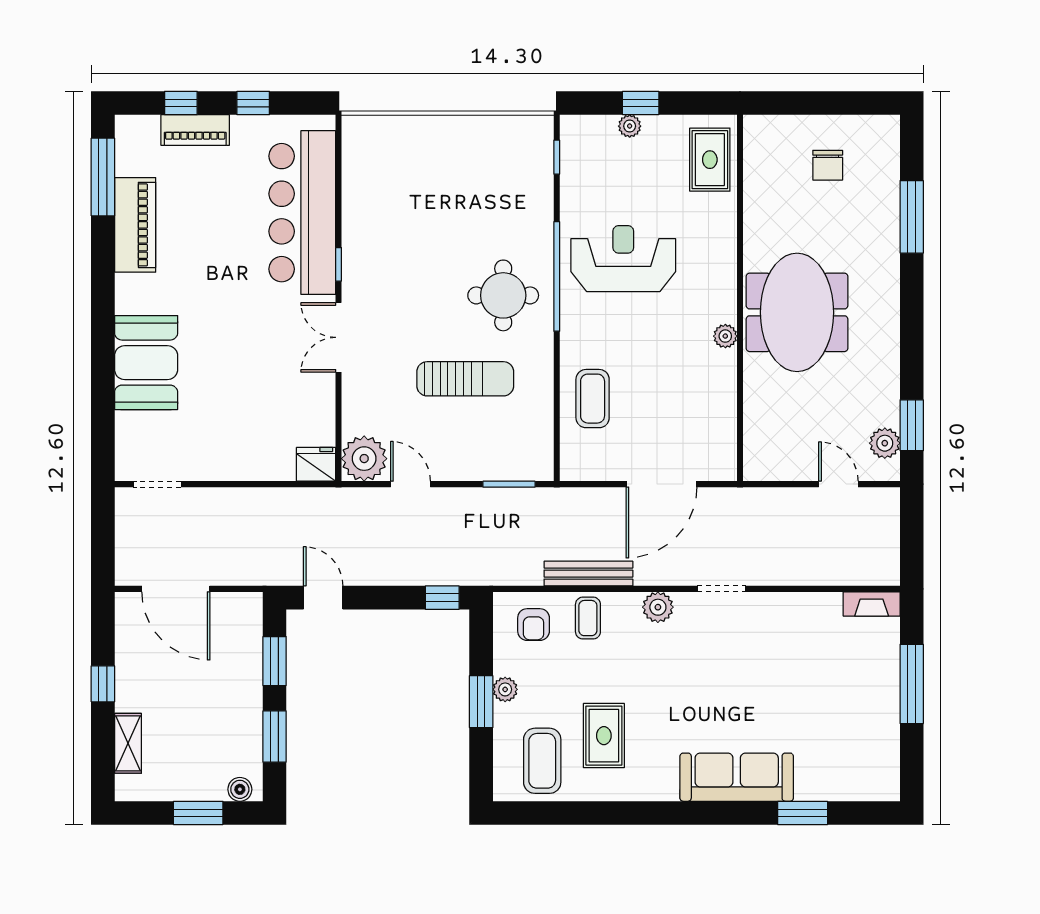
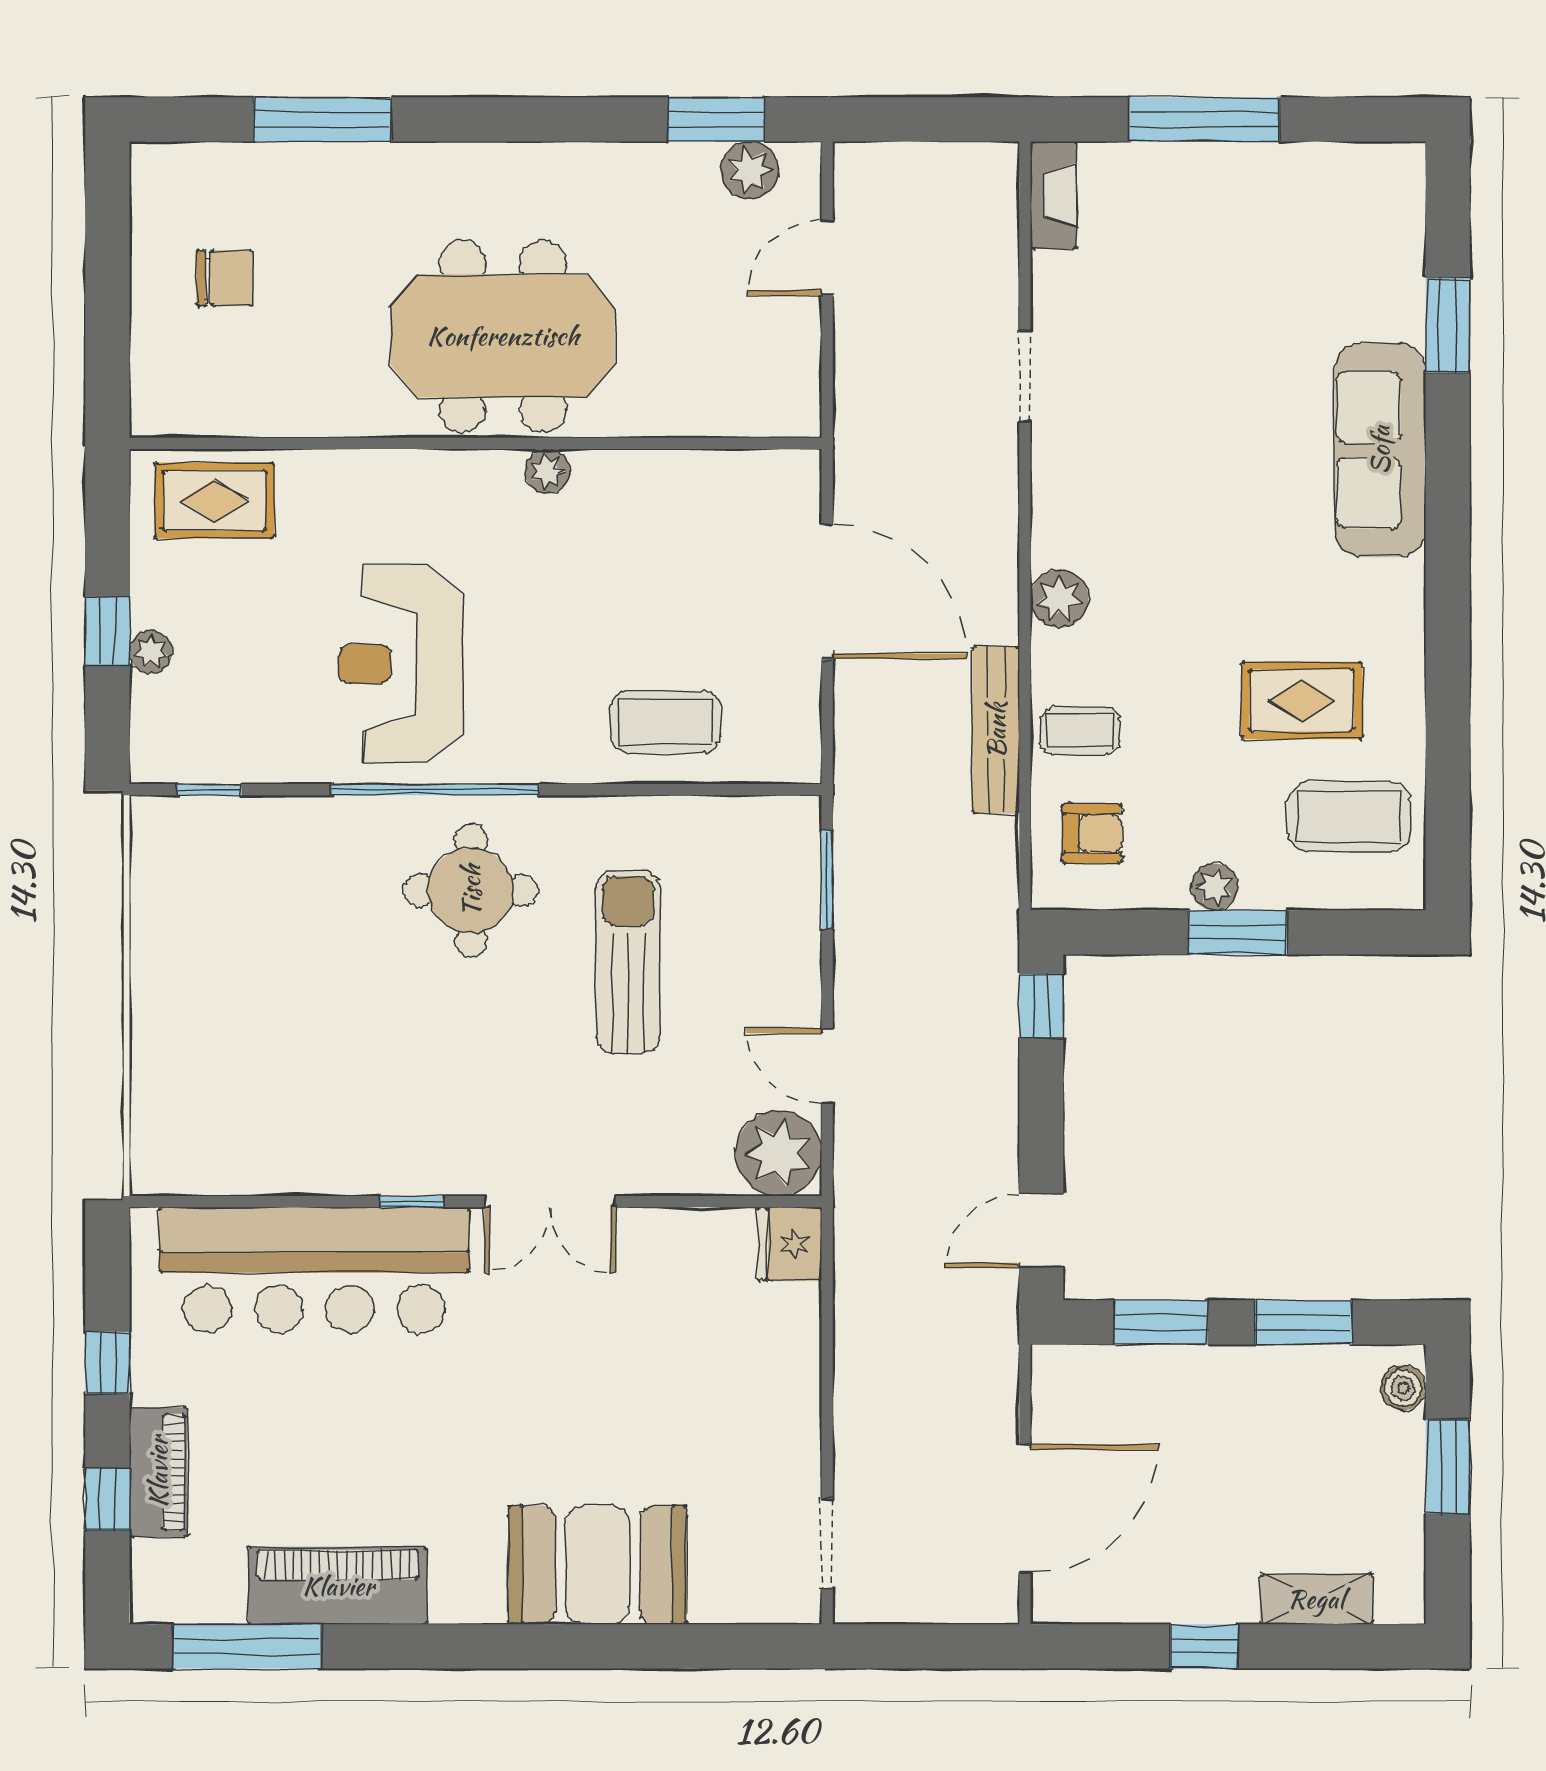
door: (410, 484) -> (827, 1066), hinge flipped
doorway: (722, 589) -> (1025, 376), moved

